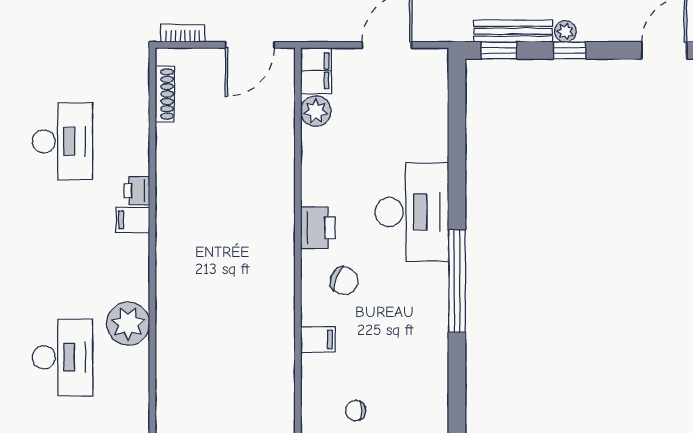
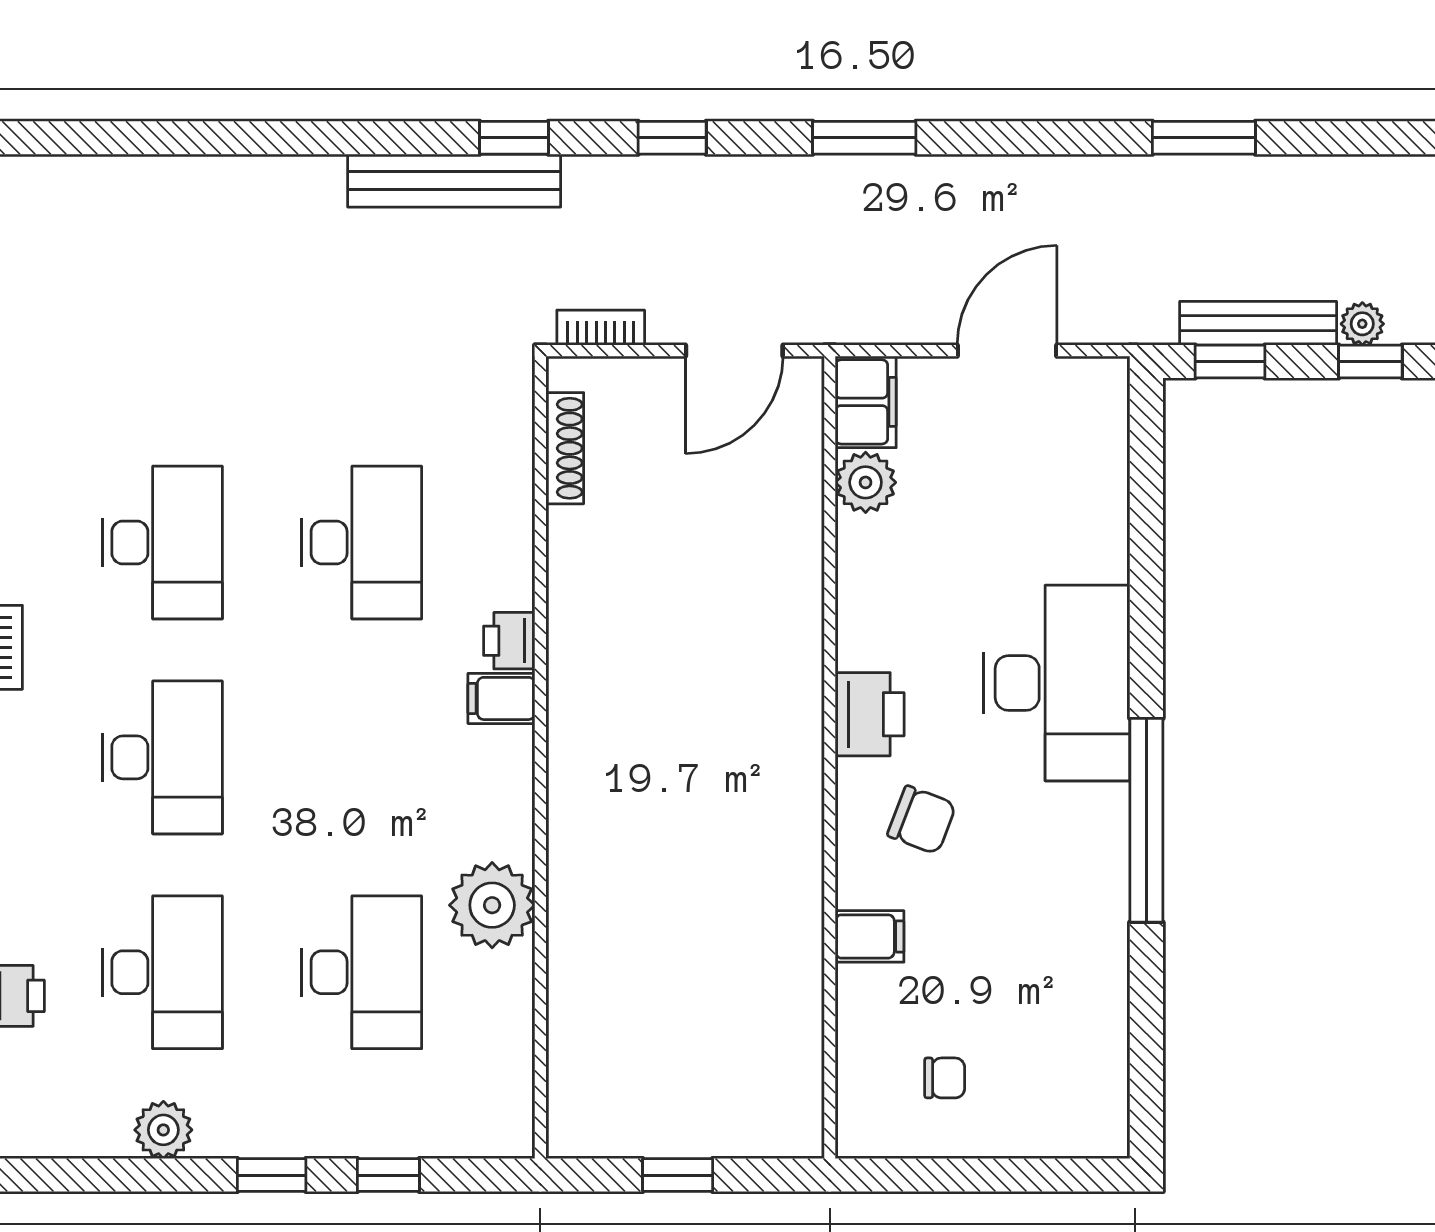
chair: (356, 410) -> (945, 1078), turned 180

